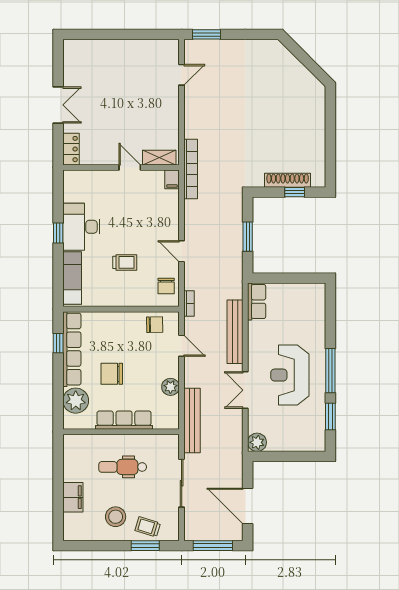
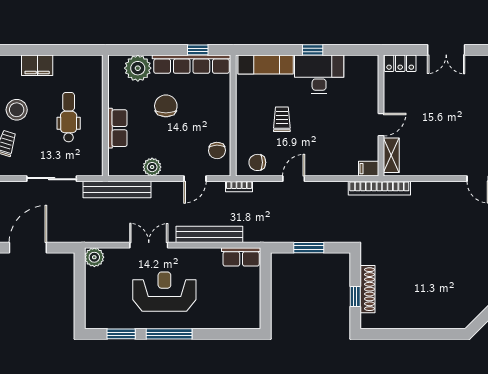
trolley: (125, 262) -> (282, 119), turned 180
row of seats: (124, 420) -> (117, 128), width x0.68

